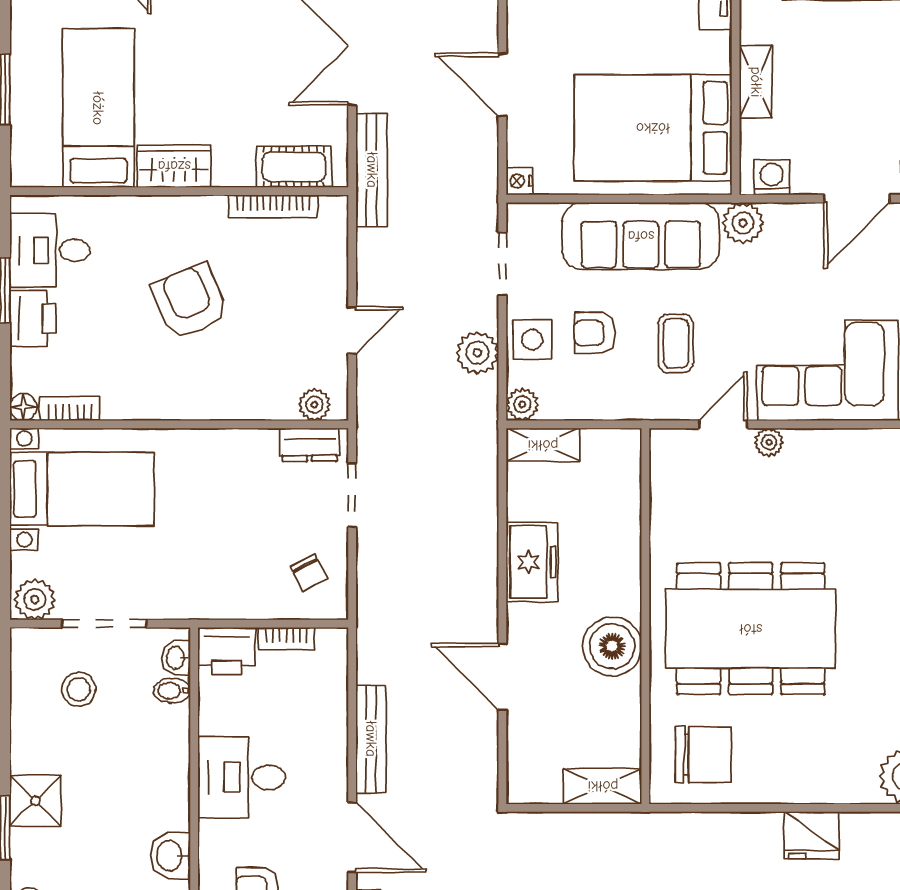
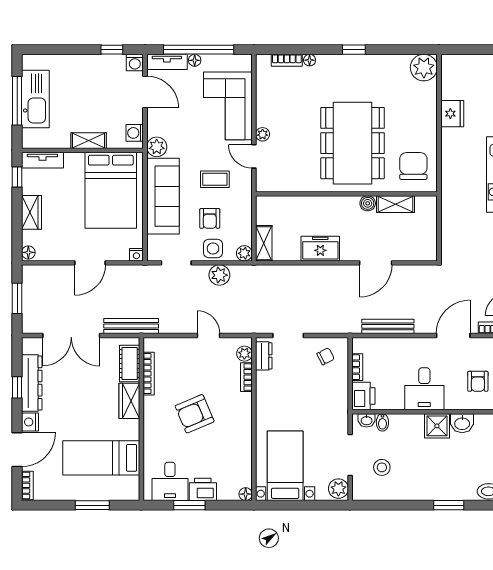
wardrobe: (174, 166) -> (129, 401), moved
bookcase: (70, 409) -> (246, 377), moved
boiler: (612, 646) -> (368, 203), width x0.54, depth x0.54
bench: (371, 739) -> (388, 326), moved
shelving: (603, 786) -> (396, 204), moved, turned 90
shower: (35, 801) -> (437, 426), moved

